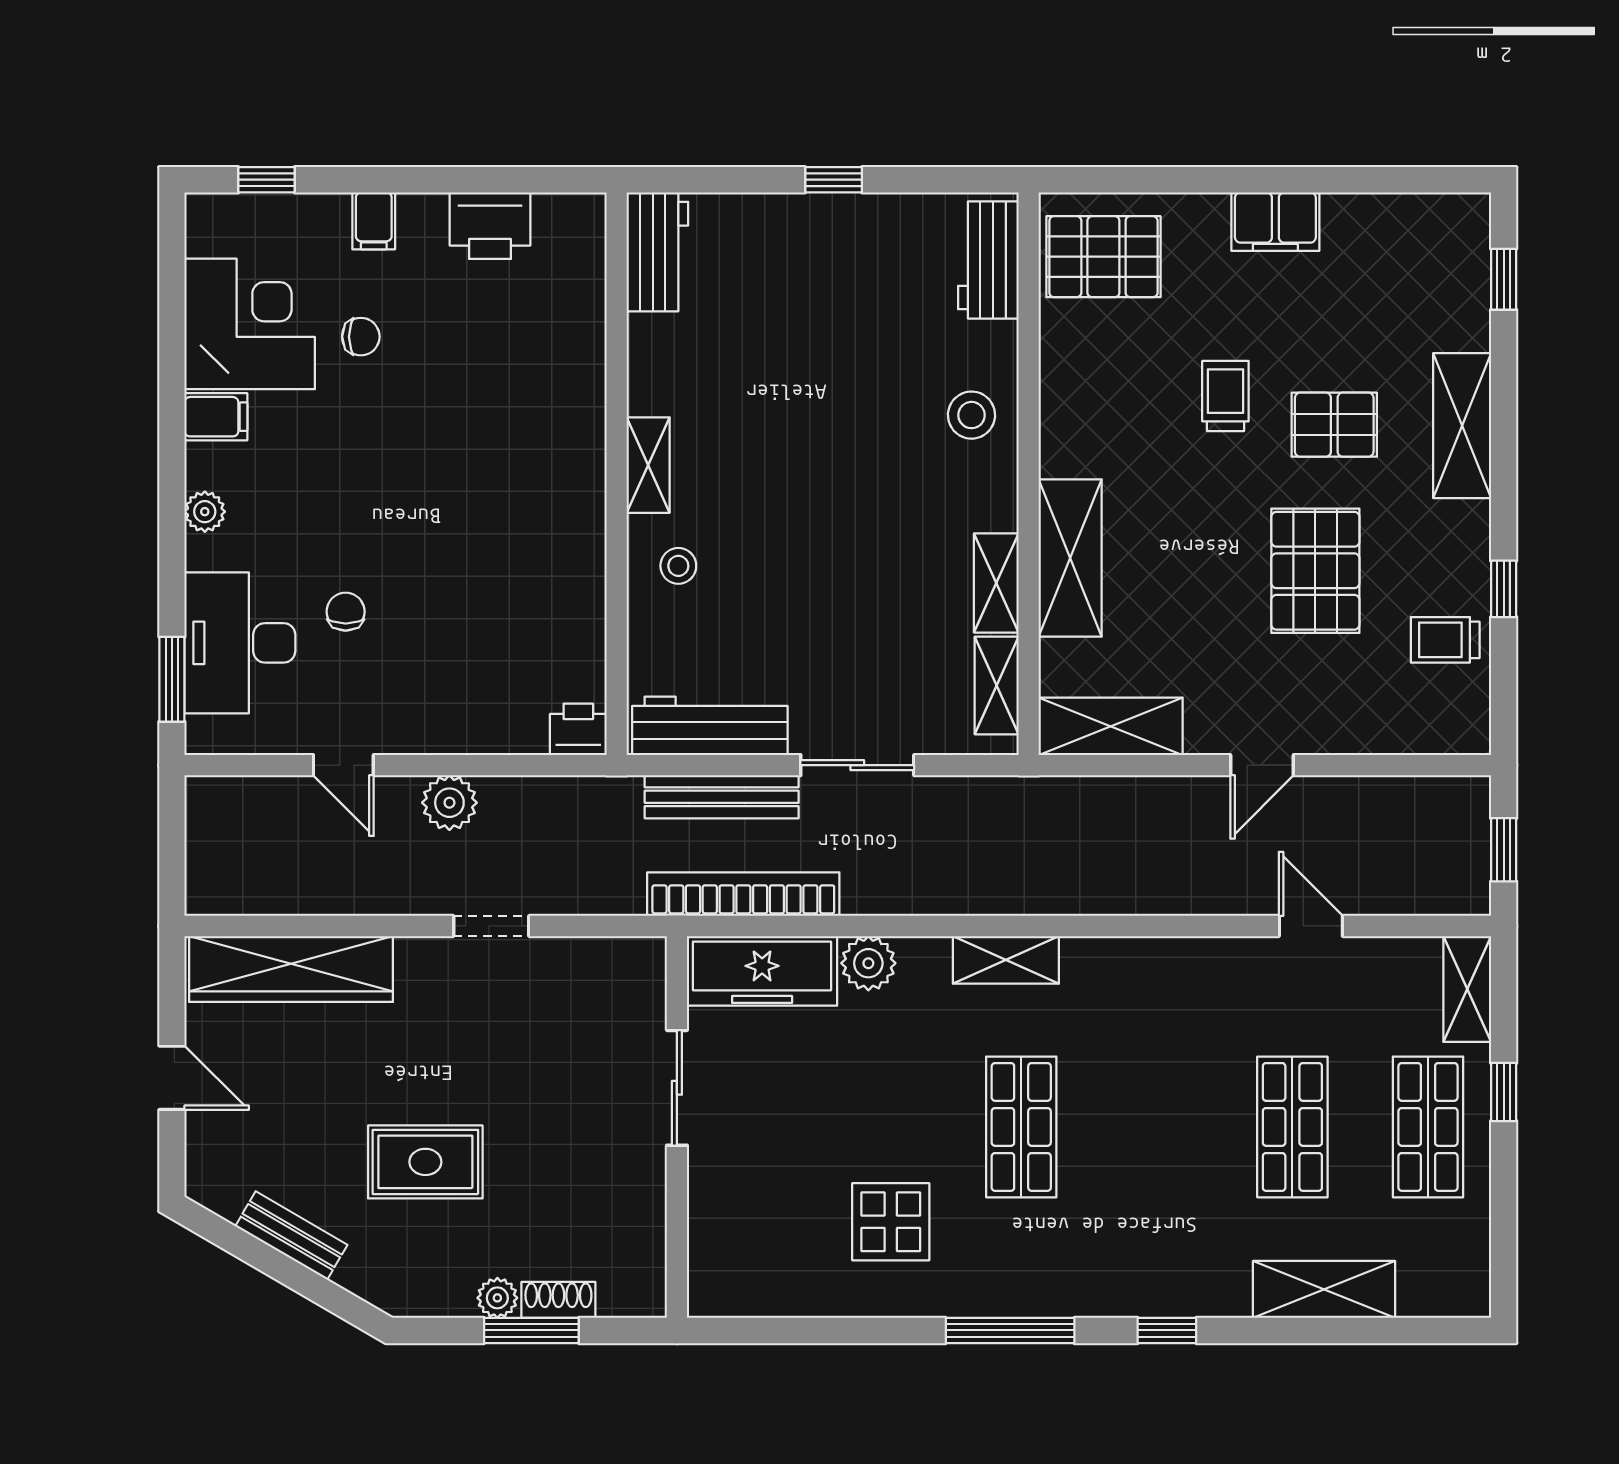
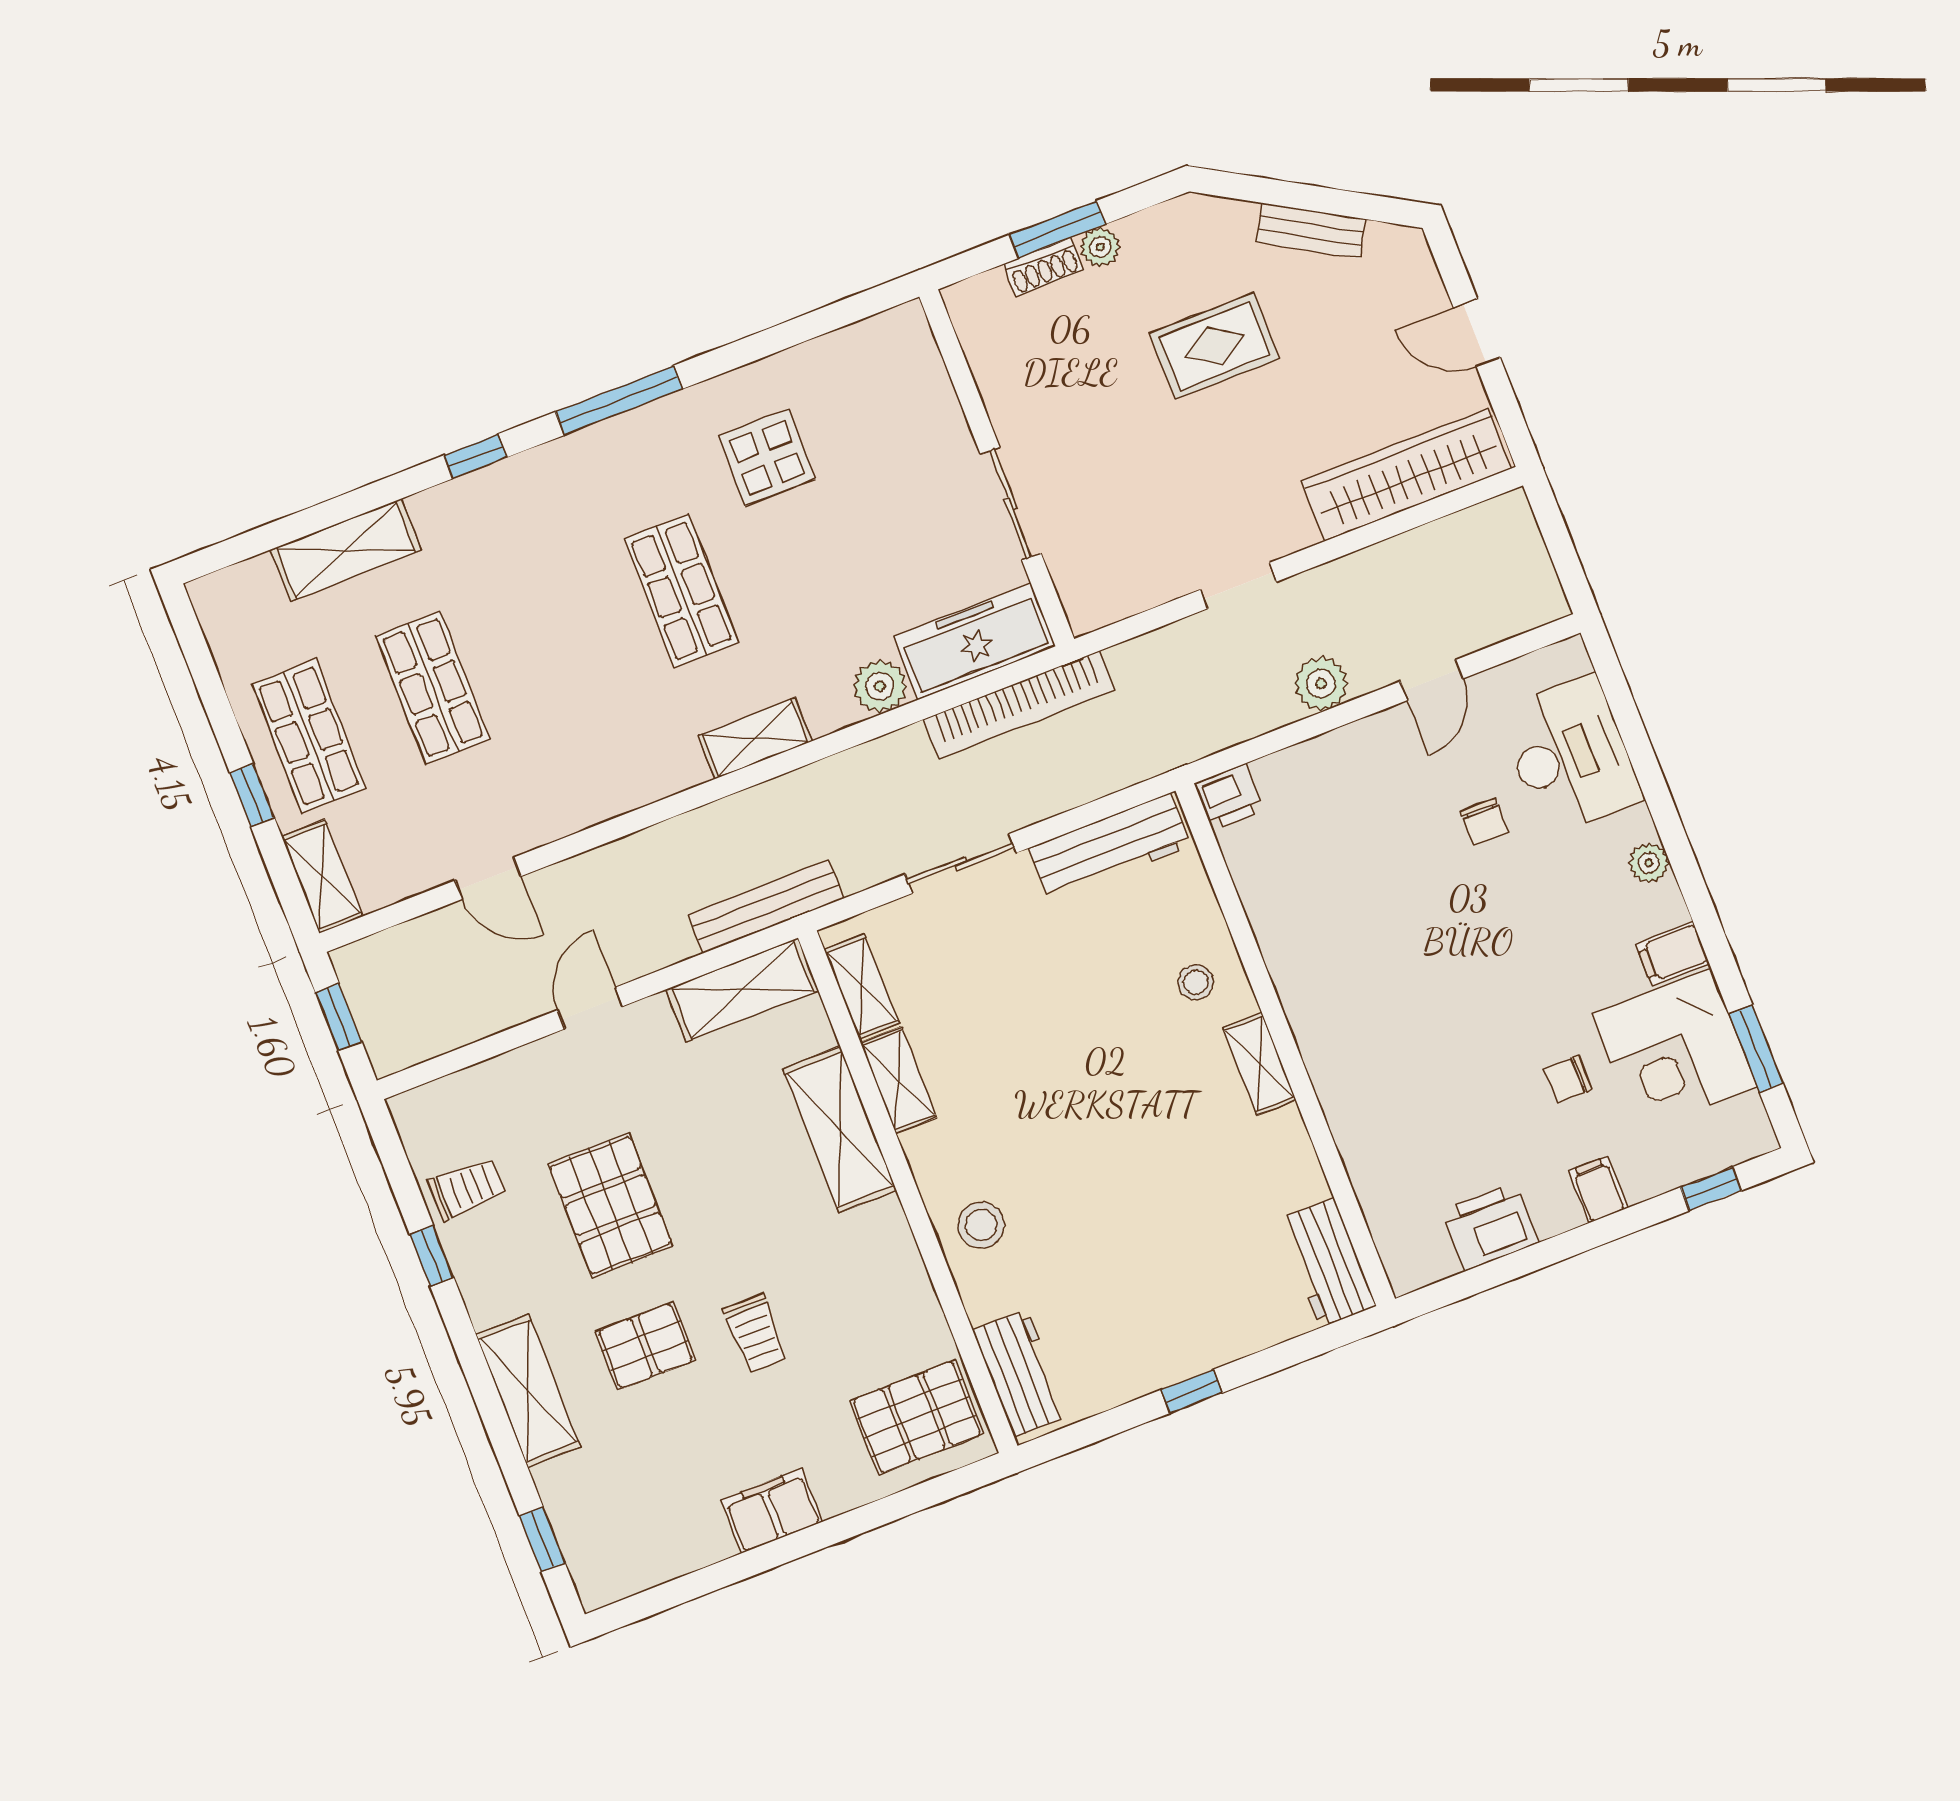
window: (172, 679) -> (1756, 1049), moved
door: (343, 765) -> (1431, 680), swing flipped
bench: (722, 797) -> (766, 906), moved

